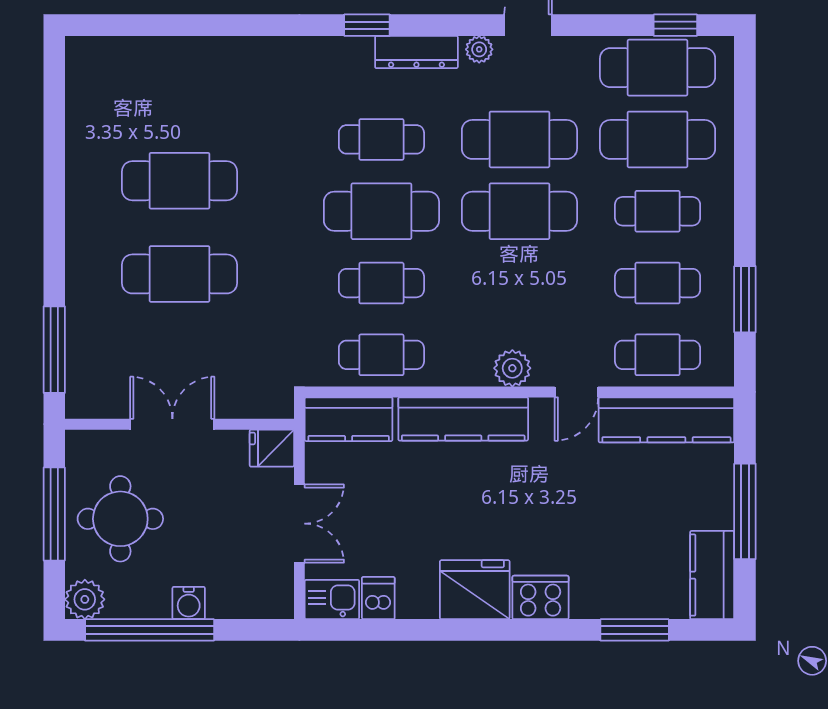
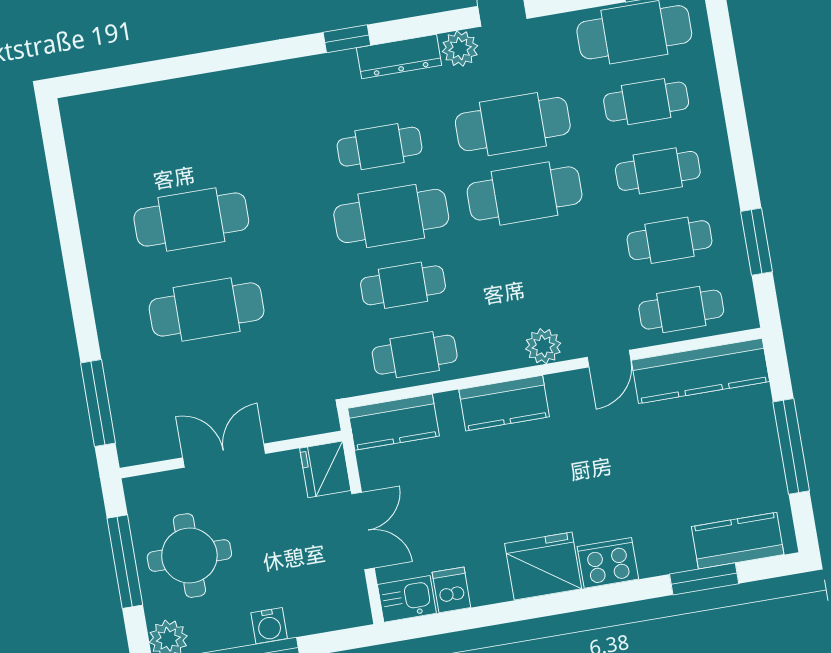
plant: (479, 49) -> (460, 49), width x1.38, depth x1.38
cafe table: (658, 139) -> (646, 102), width x0.73, depth x0.74
kitchen counter: (463, 419) -> (504, 403), width x0.67
fridge: (272, 448) -> (325, 469), width x1.38
kitchen counter: (712, 575) -> (738, 541), moved, turned 90

